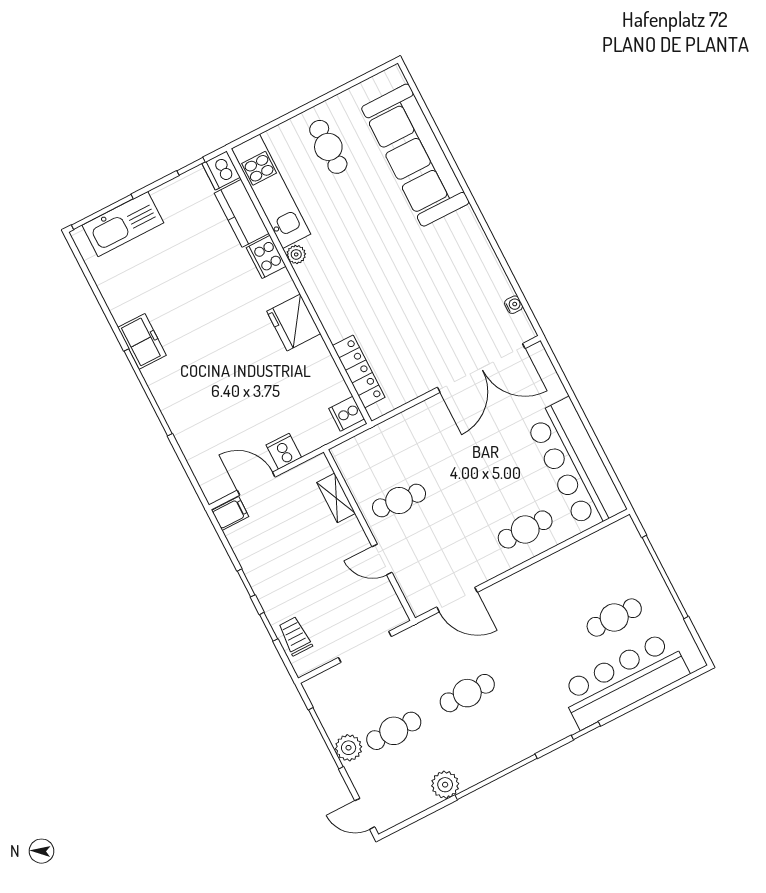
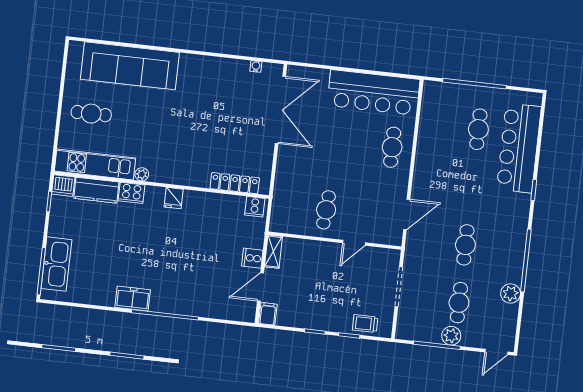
fridge: (294, 322) -> (174, 198), width x0.53, depth x0.75
shelving: (336, 498) -> (273, 252), moved, turned 90

